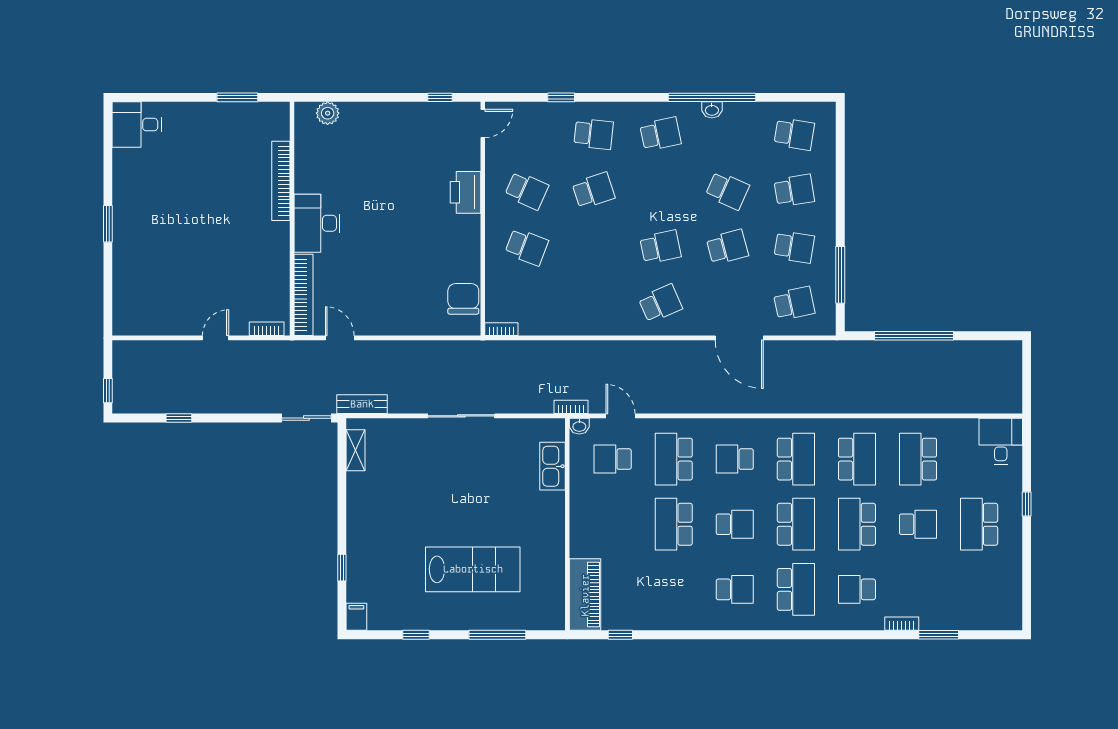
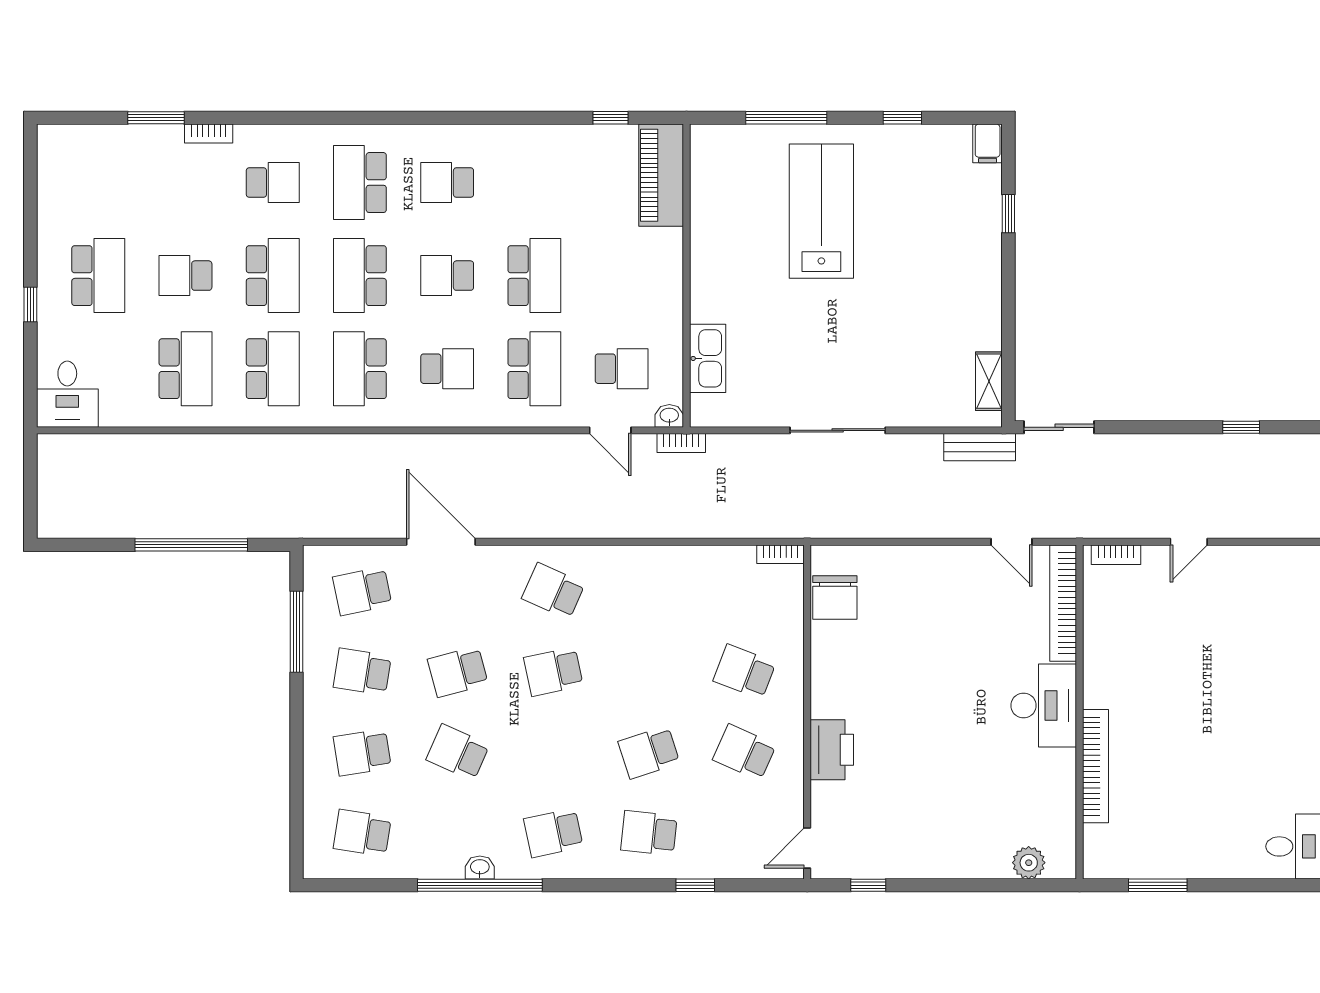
school desk: (660, 303) -> (553, 591), turned 48
school desk: (857, 459) -> (273, 369), turned 180
lab bench: (473, 569) -> (821, 211), turned 90

